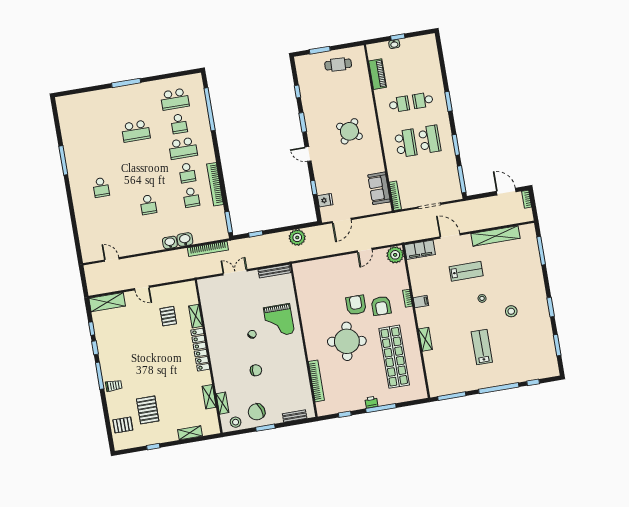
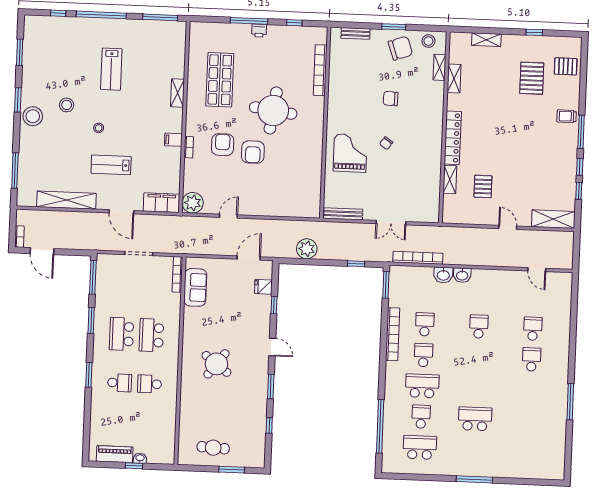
piano: (378, 74) -> (115, 454), moved, turned 90
school desk: (105, 212) -> (533, 329), added
stool: (536, 297) -> (33, 116), added
shop shelf: (394, 357) -> (220, 80), width x0.71

